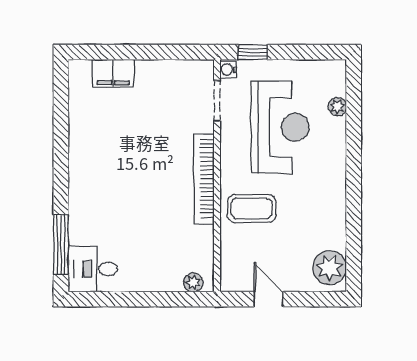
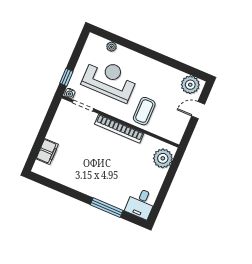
window: (61, 244) -> (107, 208), moved
plant: (193, 282) -> (163, 158), width x1.87, depth x1.87
door: (268, 299) -> (198, 110), moved

